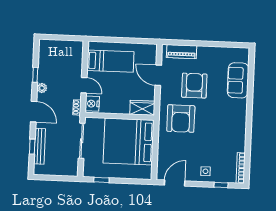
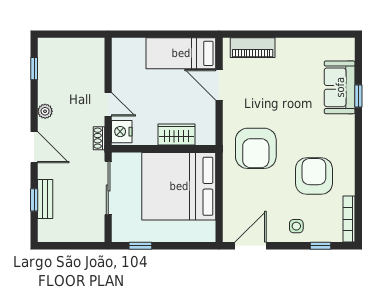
bed: (110, 61) -> (181, 53), moved, turned 180
window: (35, 75) -> (34, 69), moved
armchair: (194, 86) -> (314, 176), moved
window: (250, 87) -> (358, 96), added
wardrobe: (142, 108) -> (176, 135), moved
bench: (40, 146) -> (45, 199), width x0.73

